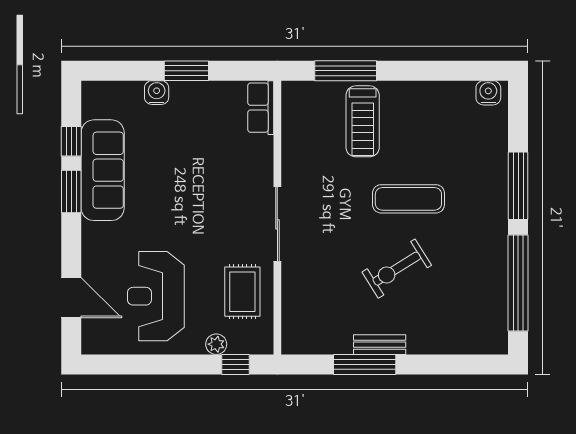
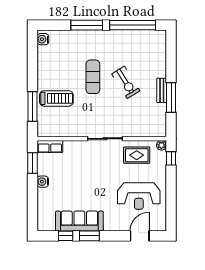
window: (186, 71) -> (32, 163), moved
water cooler: (157, 93) -> (43, 182), moved
plant: (216, 344) -> (161, 145), moved

